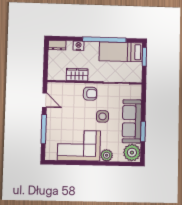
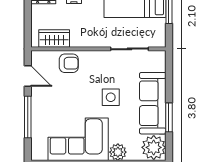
wardrobe: (77, 75) -> (54, 38), moved
armchair: (90, 94) -> (69, 63), moved

